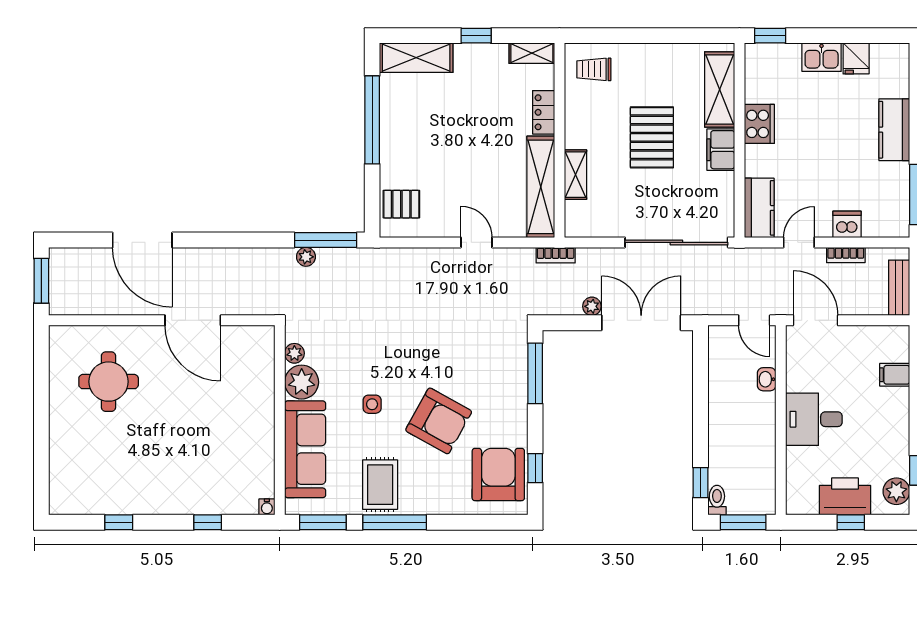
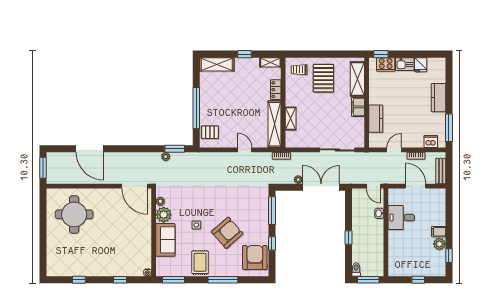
window: (372, 120) -> (196, 108), moved
cooker: (759, 124) -> (386, 64), moved, turned 90
pallet: (652, 137) -> (323, 78), moved
kitchen counter: (759, 208) -> (376, 119), moved
dishwasher: (847, 224) -> (431, 142), moved
window: (326, 240) -> (175, 149), width x0.69
sliding door: (676, 242) -> (337, 150), width x0.73
door: (193, 320) -> (135, 186), moved
door: (816, 320) -> (415, 186), moved
filing cabinet: (895, 375) -> (439, 232), moved
round table: (109, 382) -> (74, 214), width x1.36, depth x1.36
desk: (814, 419) -> (401, 218), moved
armchair: (439, 421) -> (227, 233), turned -70
sofa: (305, 449) -> (165, 240), width x0.73
window: (535, 468) -> (272, 243), moved
window: (701, 483) -> (349, 237), moved
plant: (896, 491) -> (439, 244), moved
printer: (845, 496) -> (416, 268), removed
window: (395, 522) -> (223, 280), moved

